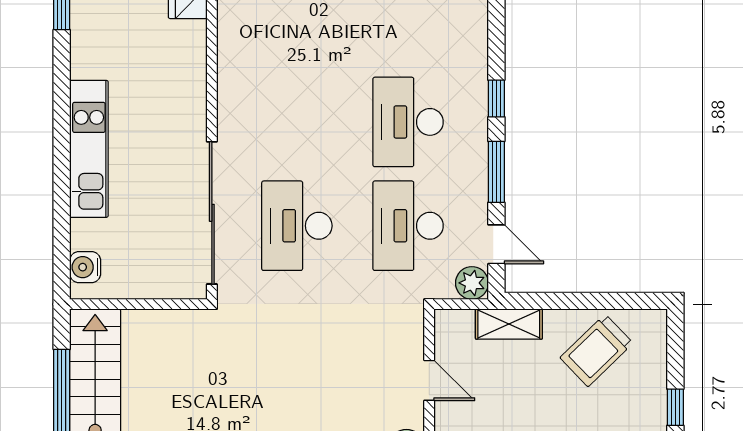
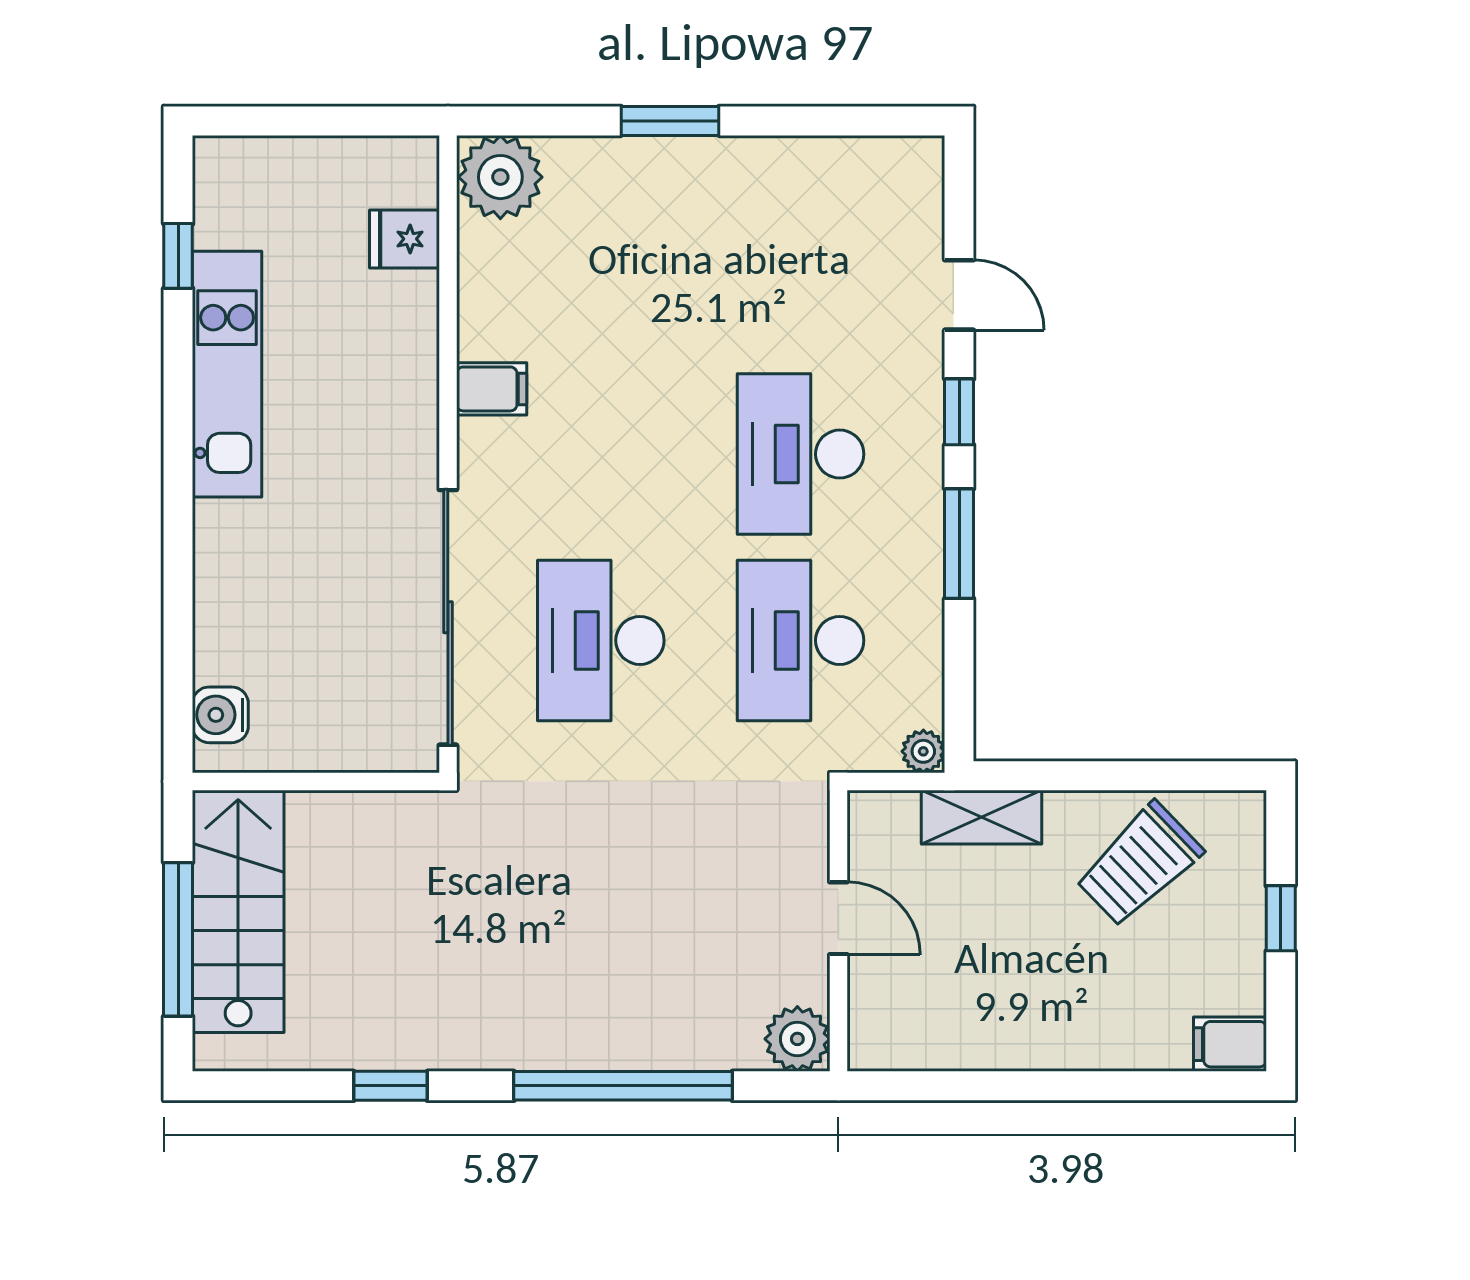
filing cabinet: (236, 86) -> (492, 389), added
kitchen unit: (89, 149) -> (227, 374), moved
door: (496, 244) -> (959, 295), moved
plant: (472, 283) -> (923, 751), width x0.73, depth x0.73
window: (675, 407) -> (1281, 918), moved

